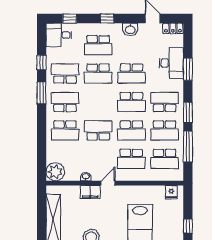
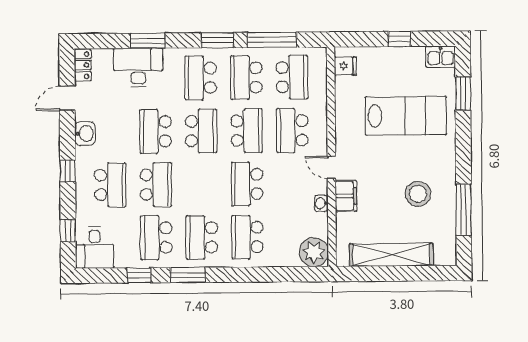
school desk: (131, 74) -> (156, 131), turned 180
school desk: (65, 130) -> (247, 237), turned 180
school desk: (165, 130) -> (246, 78), turned 180
school desk: (131, 159) -> (292, 130), turned 180

